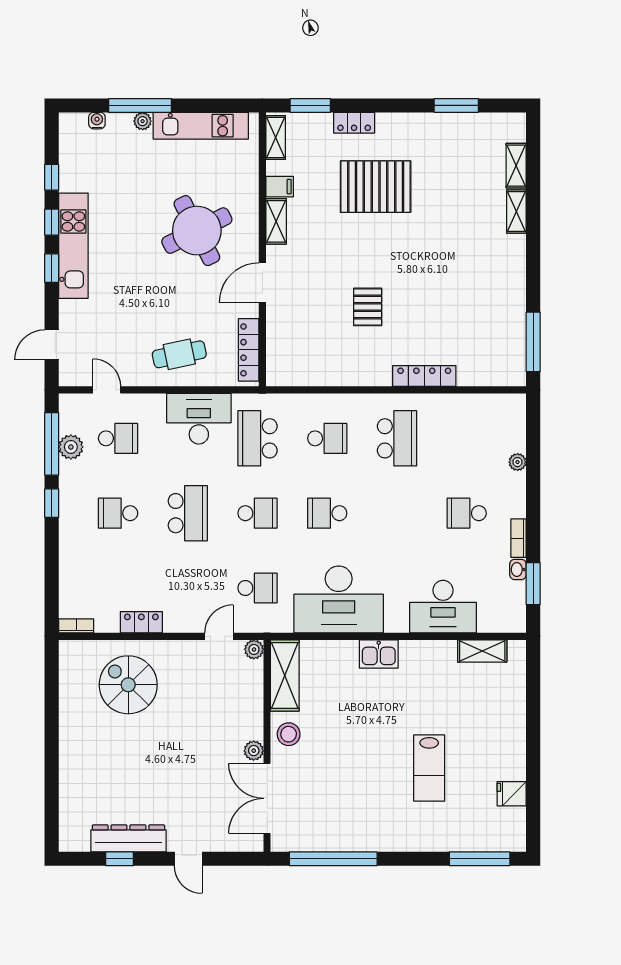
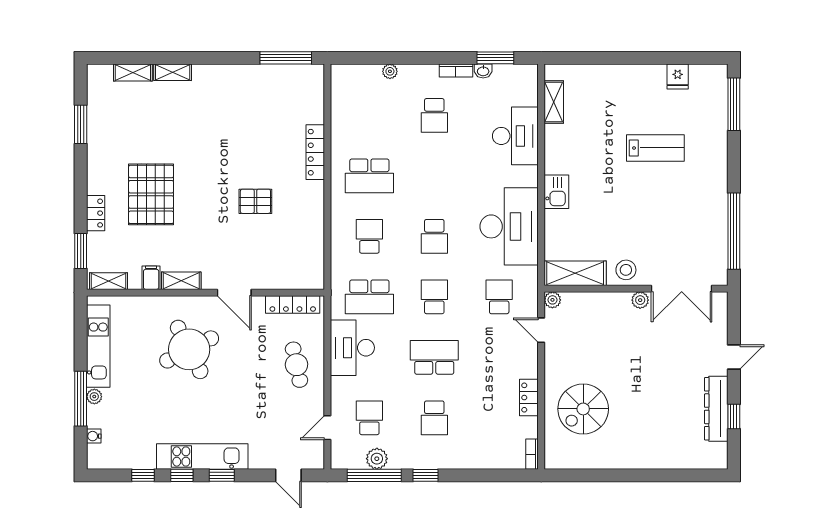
school desk: (397, 438) -> (369, 176), turned 180

